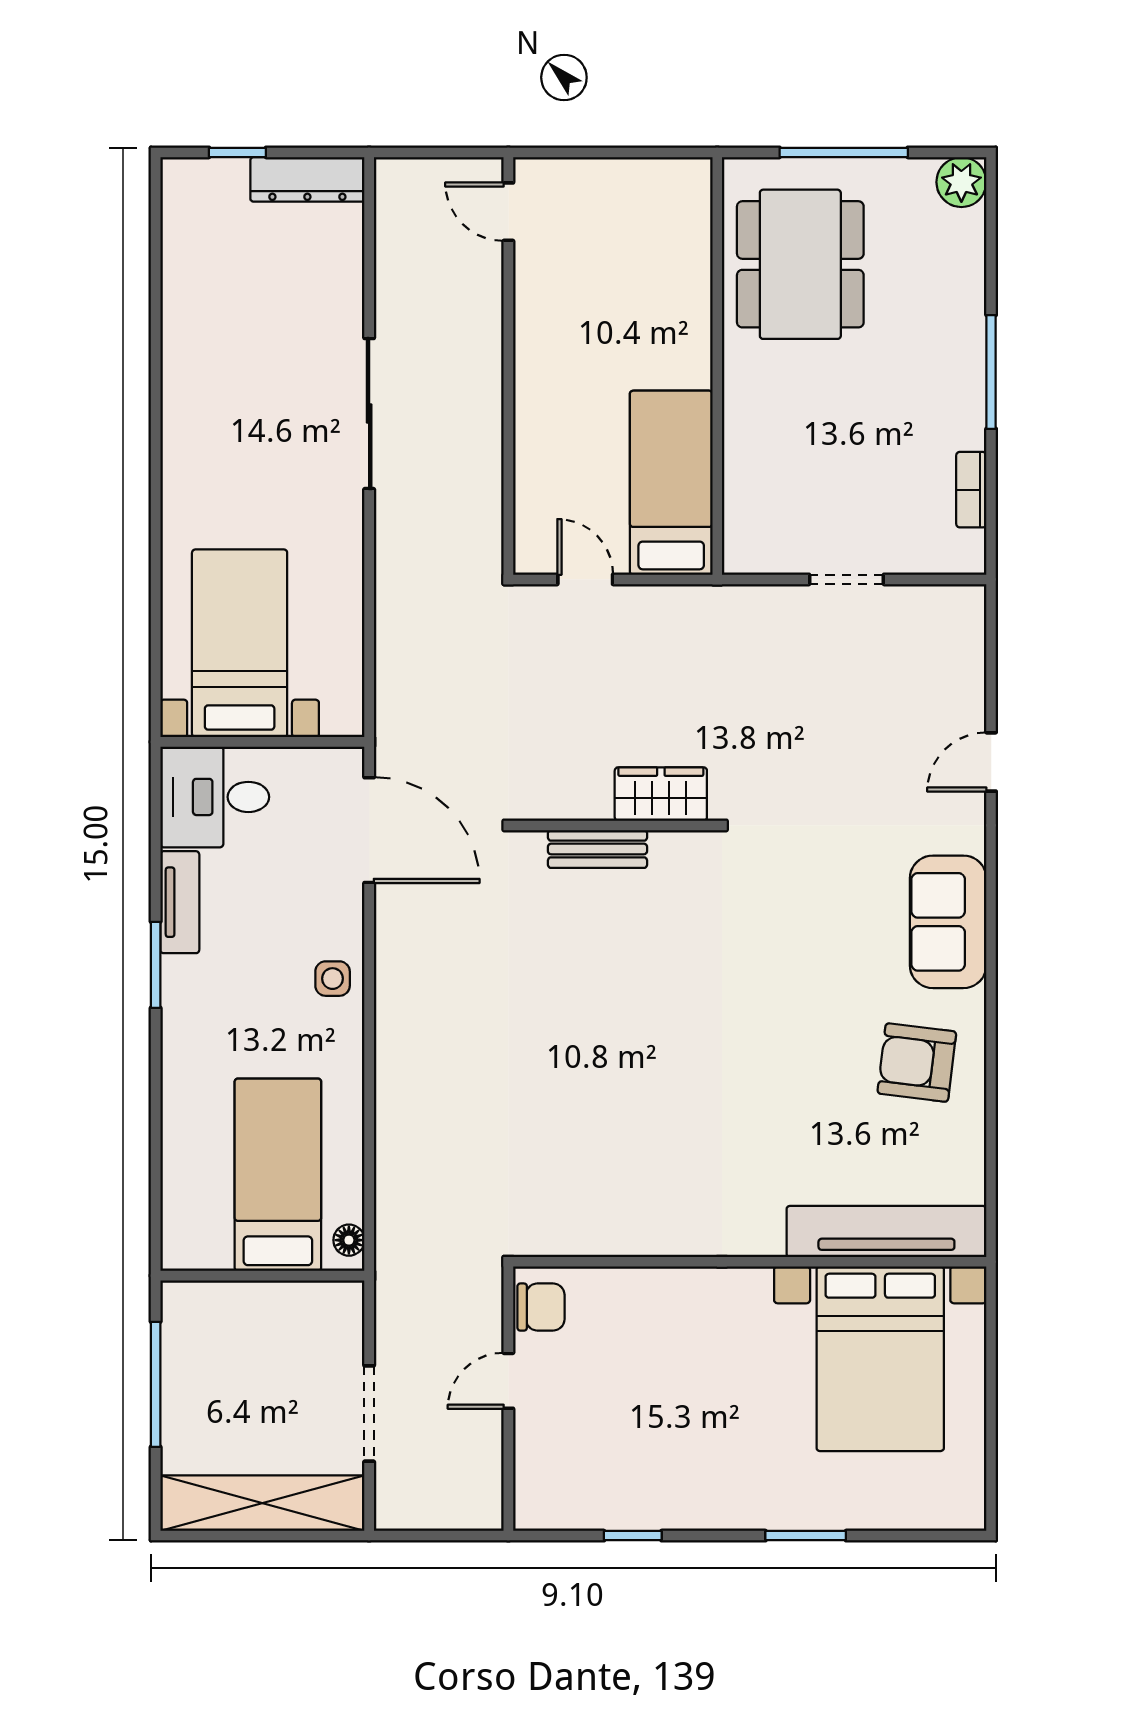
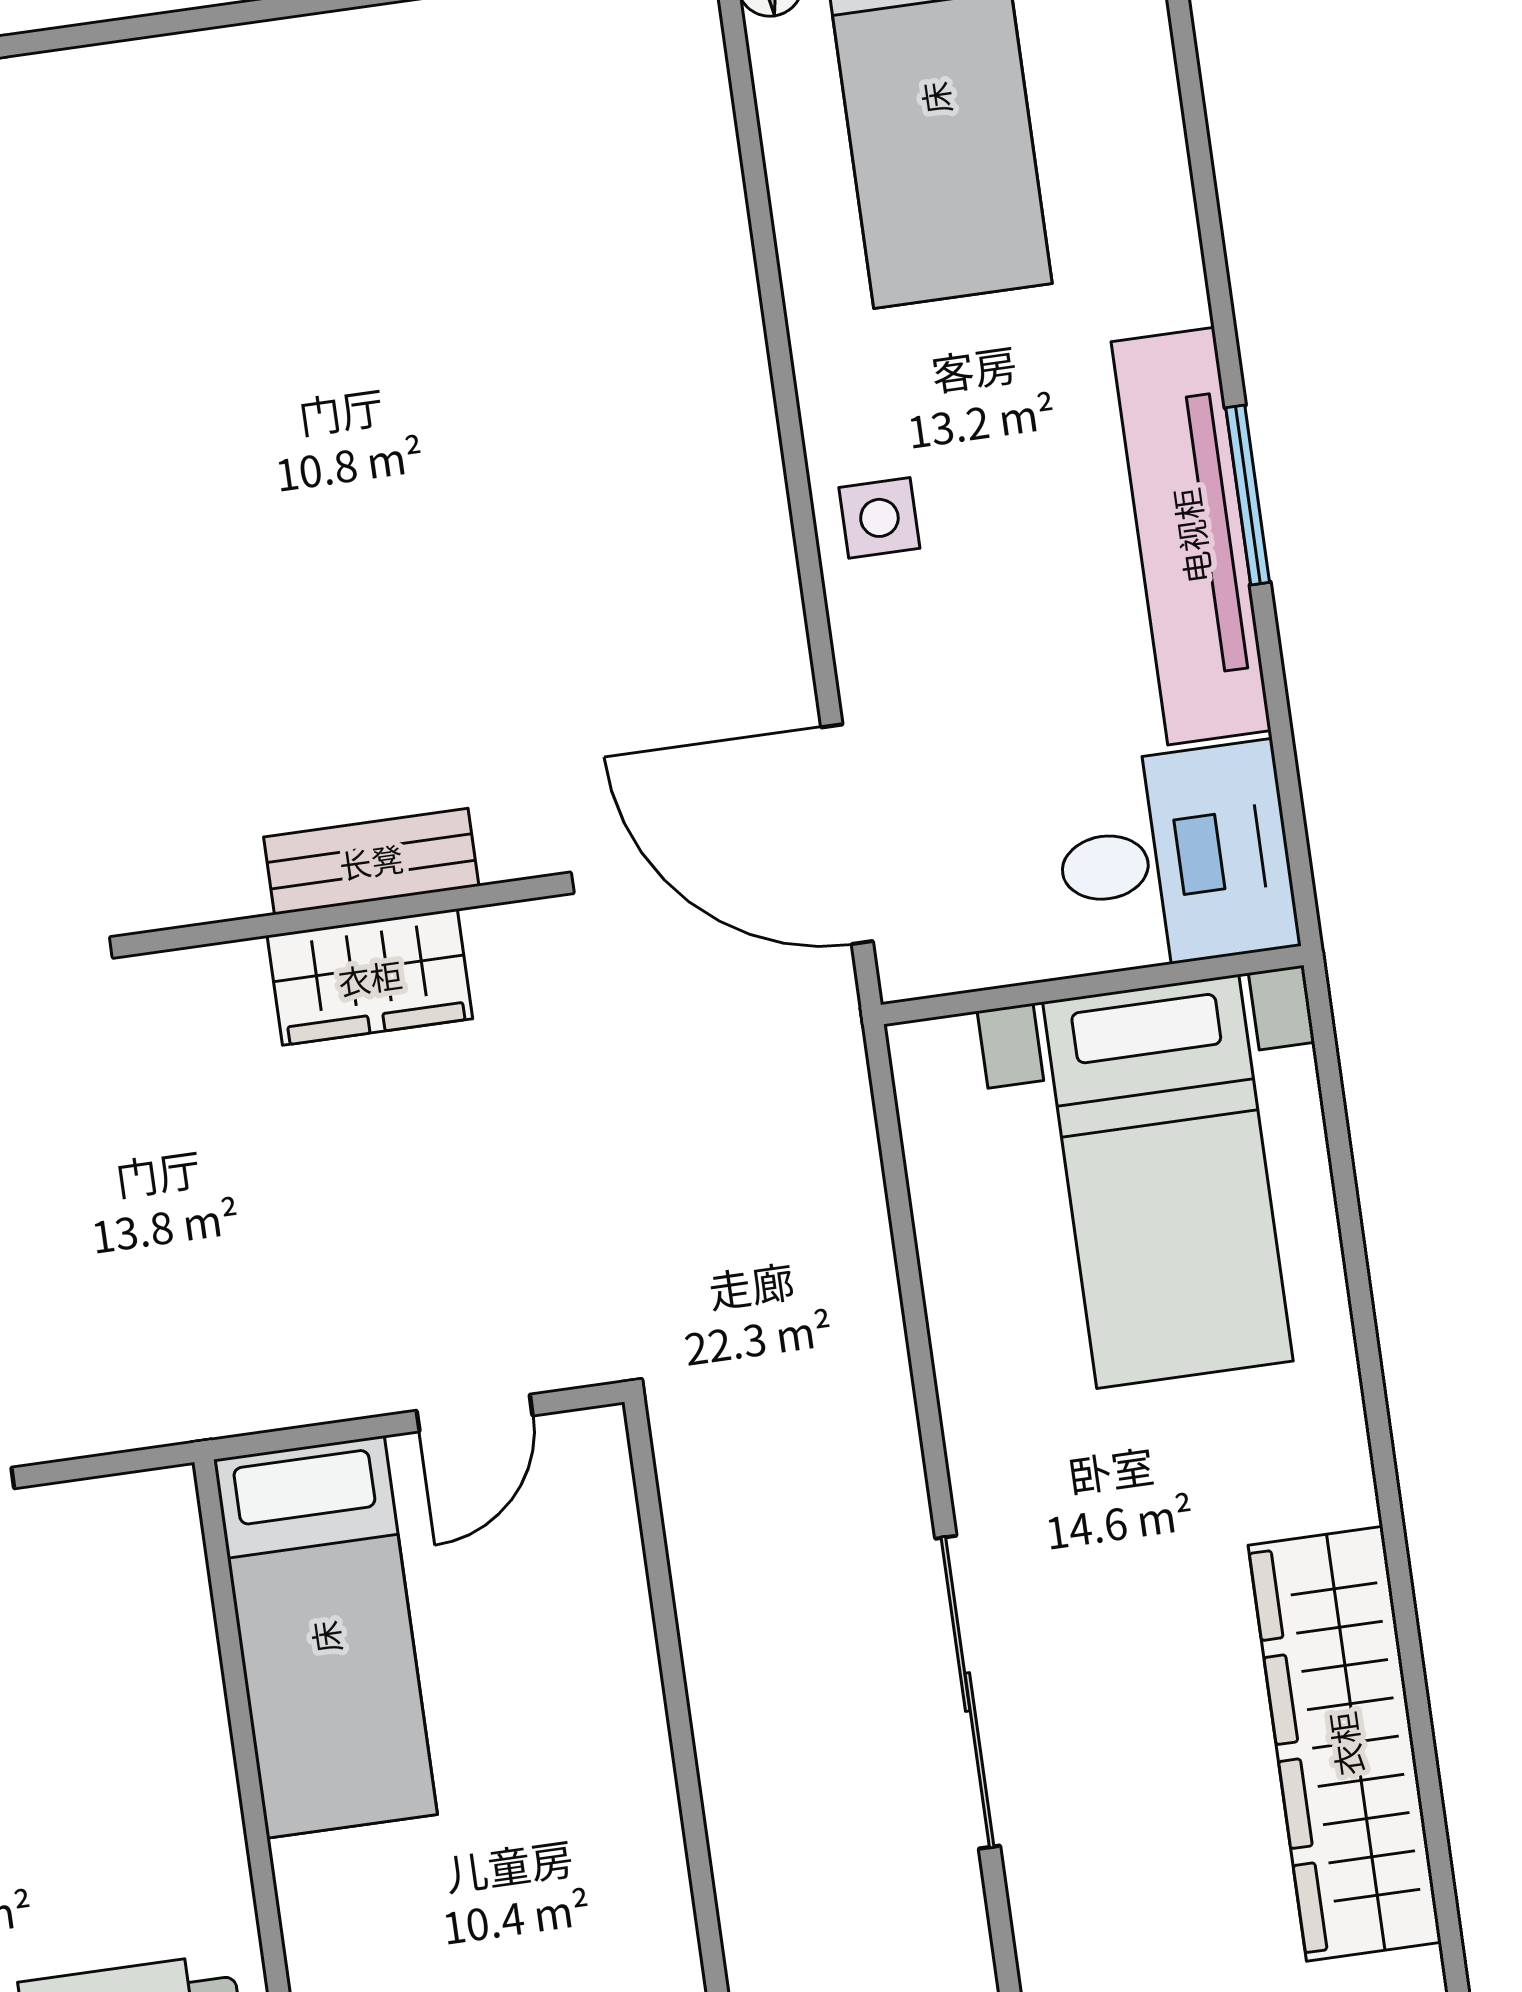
wardrobe: (193, 364) -> (1345, 1744), added
door: (585, 579) -> (475, 1413), hinge flipped
wardrobe: (661, 794) -> (370, 977), moved
tv unit: (180, 902) -> (1191, 536), width x1.92, depth x1.29

